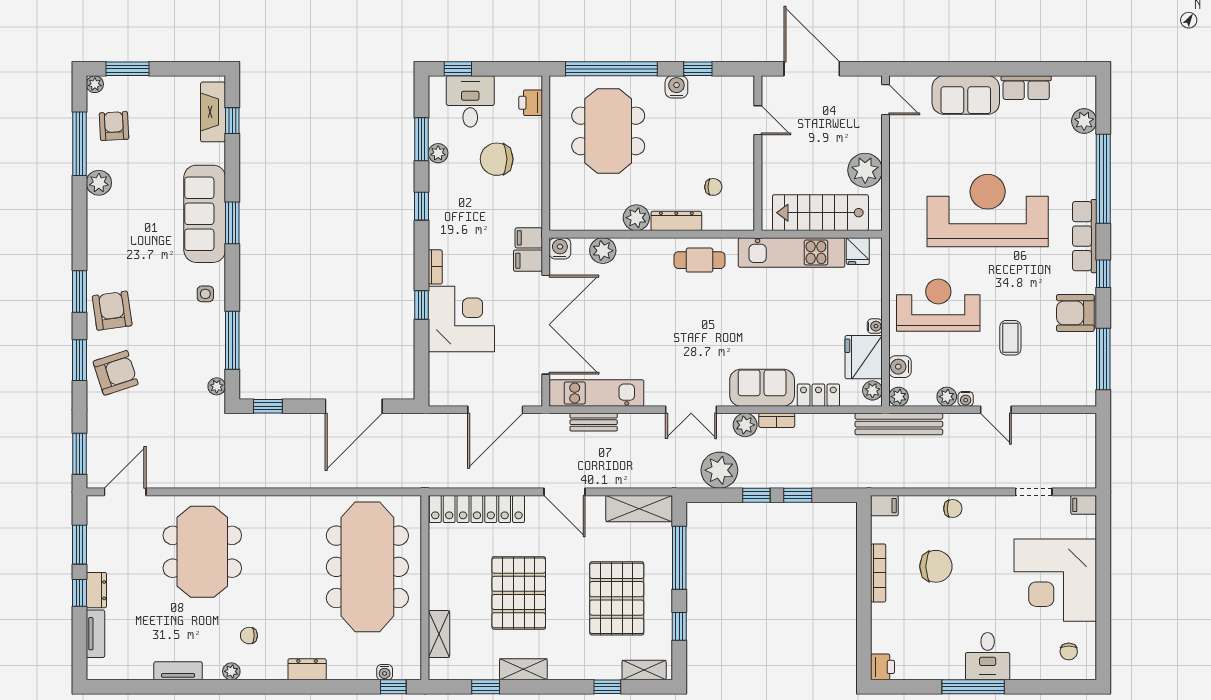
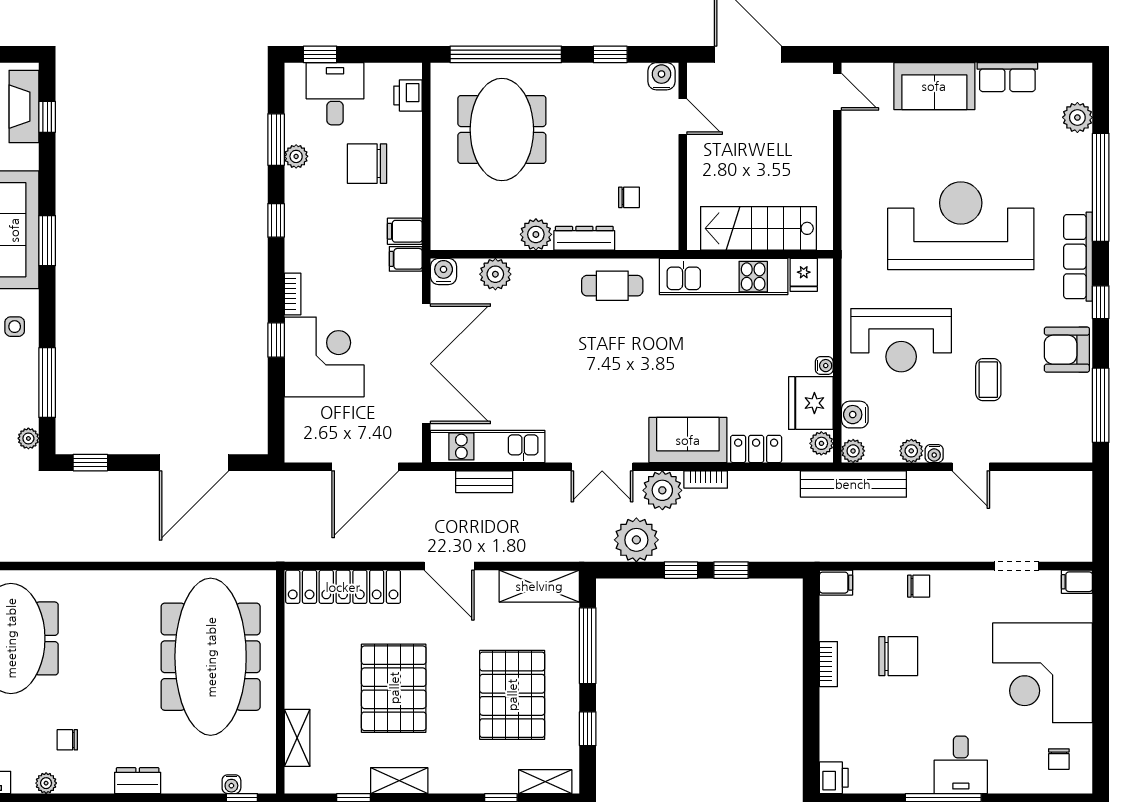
water cooler: (676, 87) -> (661, 76), moved
plant: (865, 170) -> (813, 177), removed
filing cabinet: (528, 261) -> (405, 231), moved
reception desk: (938, 305) -> (901, 340), turned 180
plant: (745, 425) -> (662, 490), width x1.36, depth x1.36
bookcase: (878, 573) -> (828, 664), width x0.64

